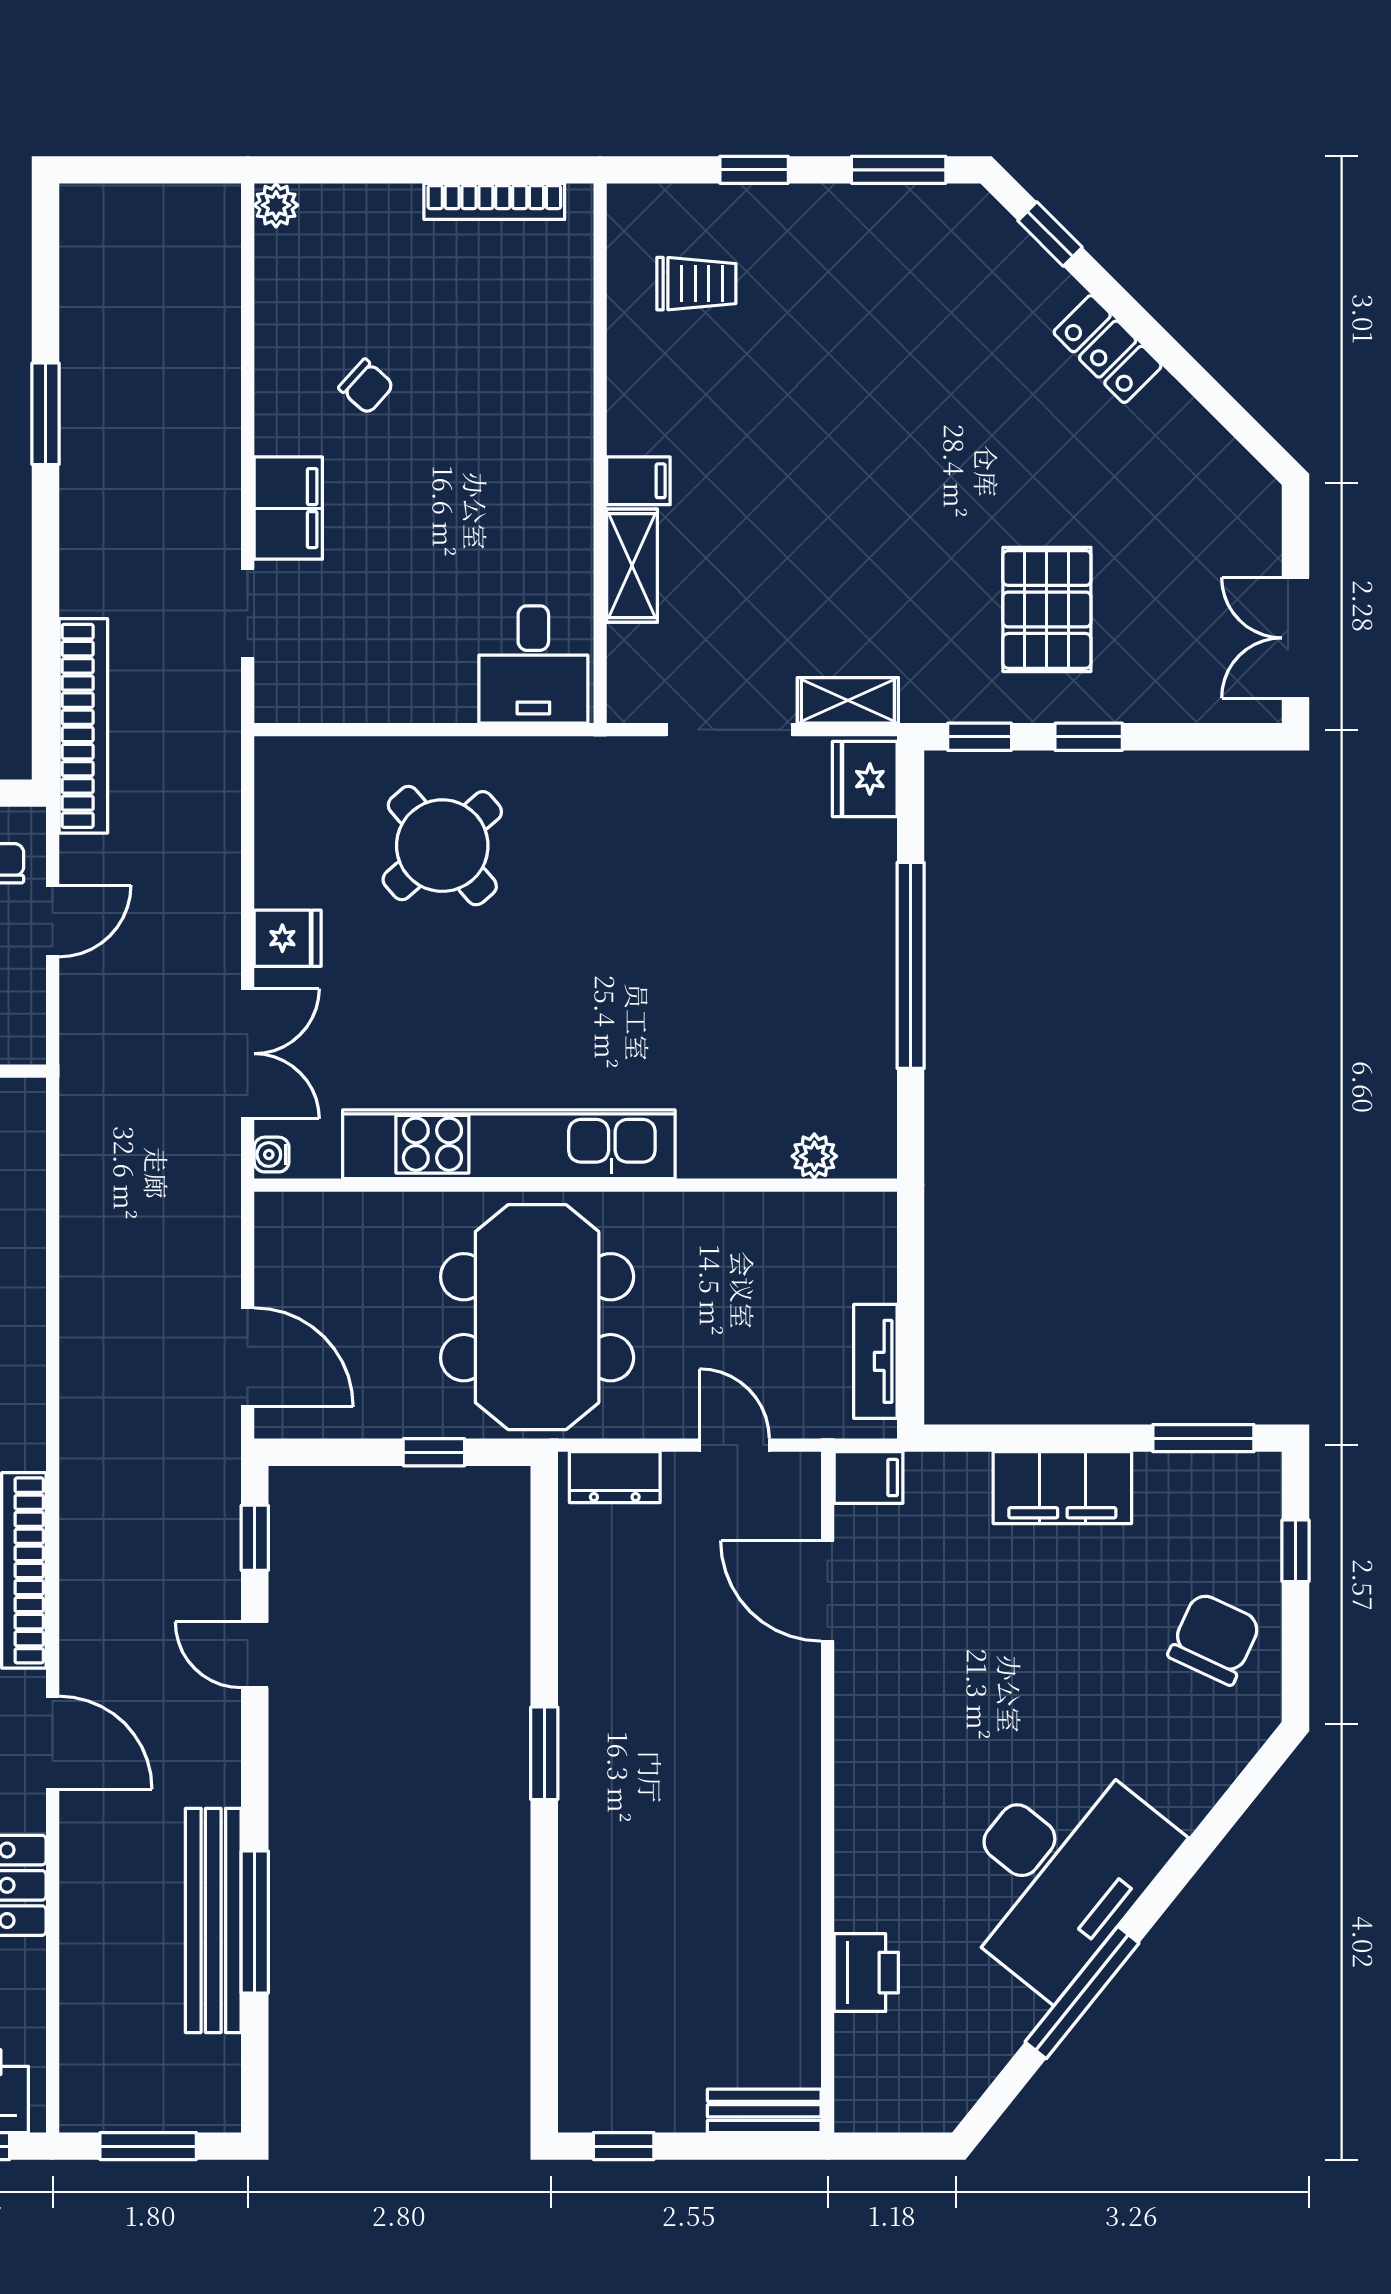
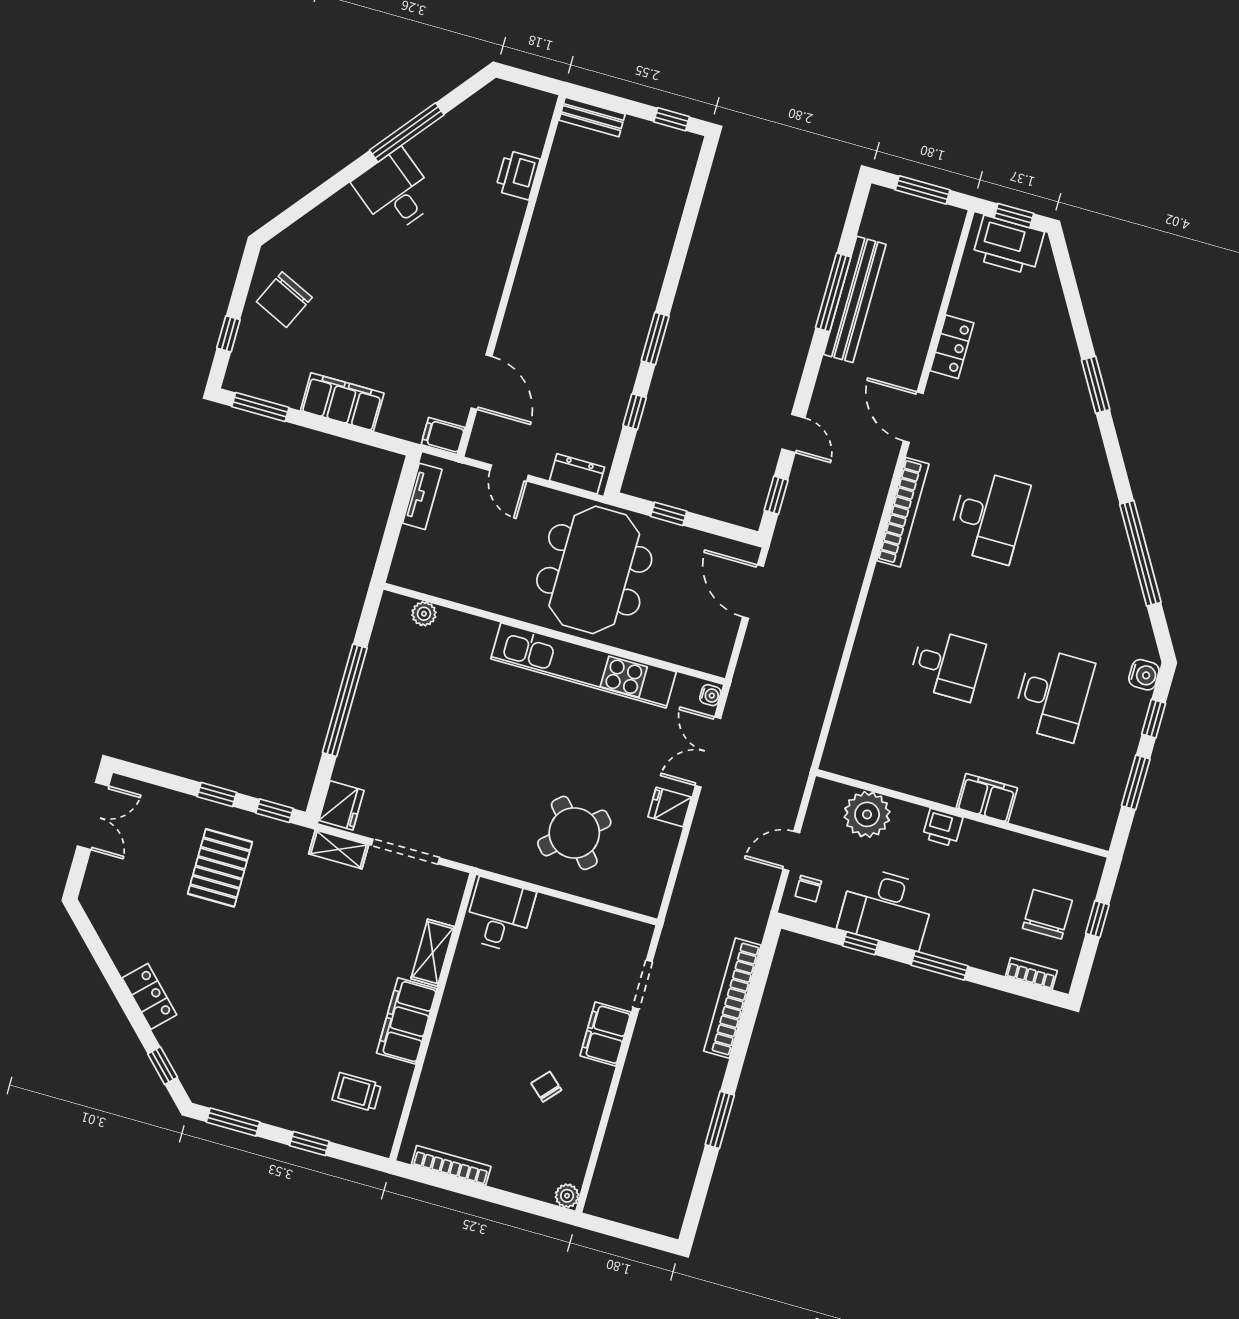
filing cabinet: (638, 481) -> (407, 1021), width x3.00, depth x1.17
bookcase: (83, 726) -> (732, 998), moved
window: (544, 1615) -> (635, 412), added
desk: (1058, 1871) -> (395, 192), width x0.53, depth x0.77

